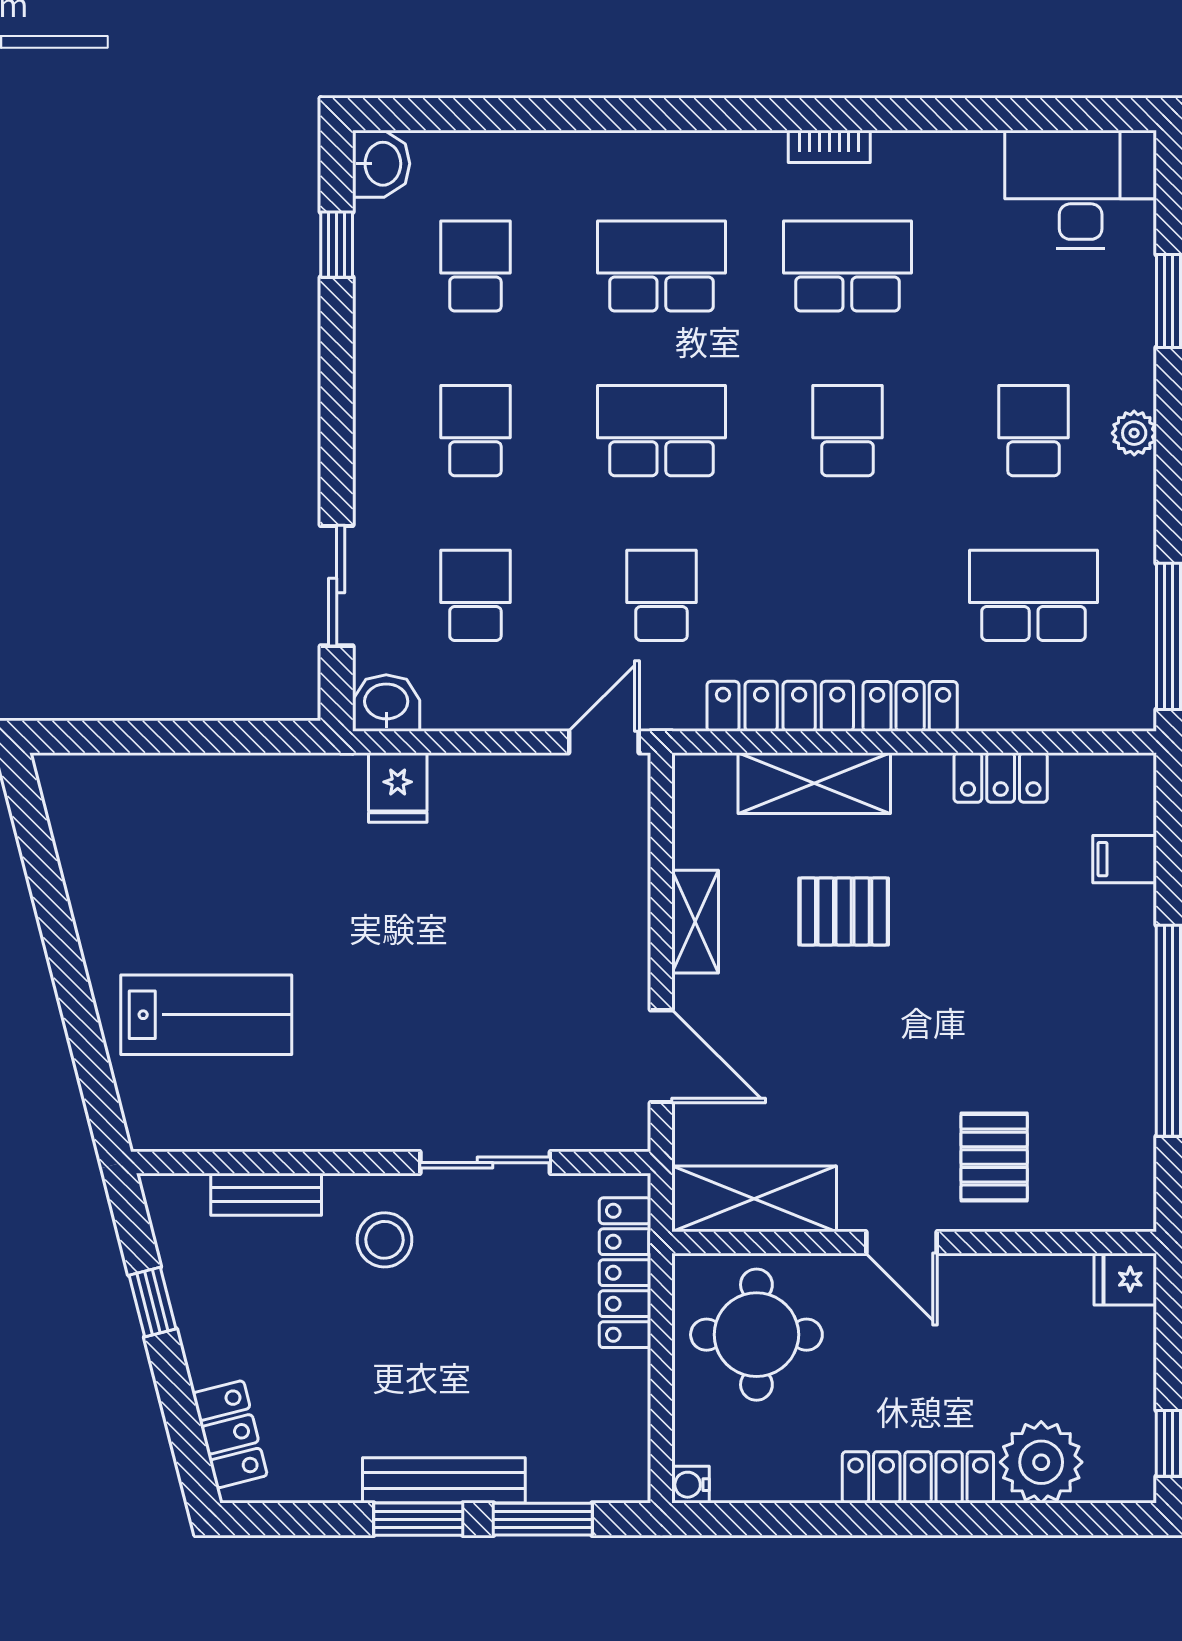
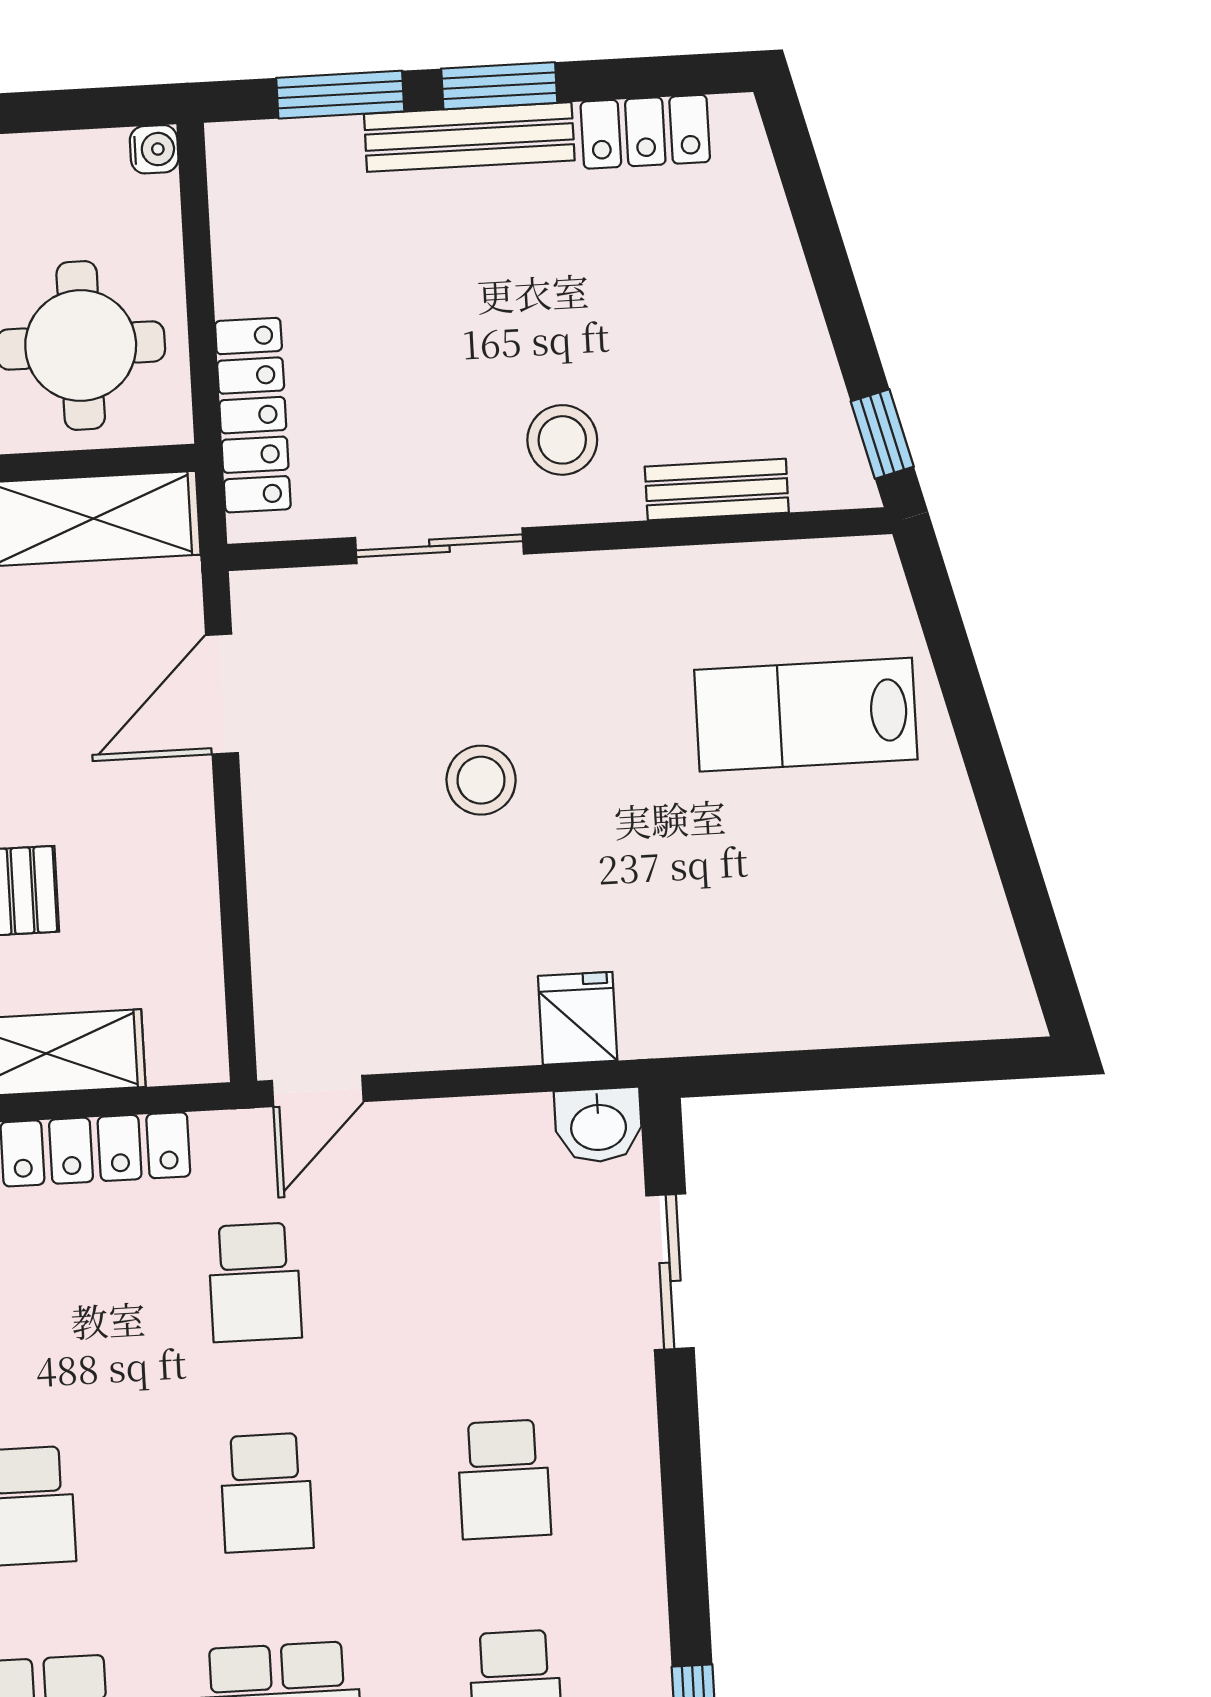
school desk: (661, 431) -> (266, 1493), width x0.54
school desk: (475, 595) -> (492, 1269), removed
shelving: (695, 922) -> (188, 868), removed
stool: (463, 978) -> (481, 780), added
door: (661, 1056) -> (222, 694), hinge flipped
window: (153, 1302) -> (882, 434), moved
locker: (230, 1434) -> (645, 132), moved, turned -76

